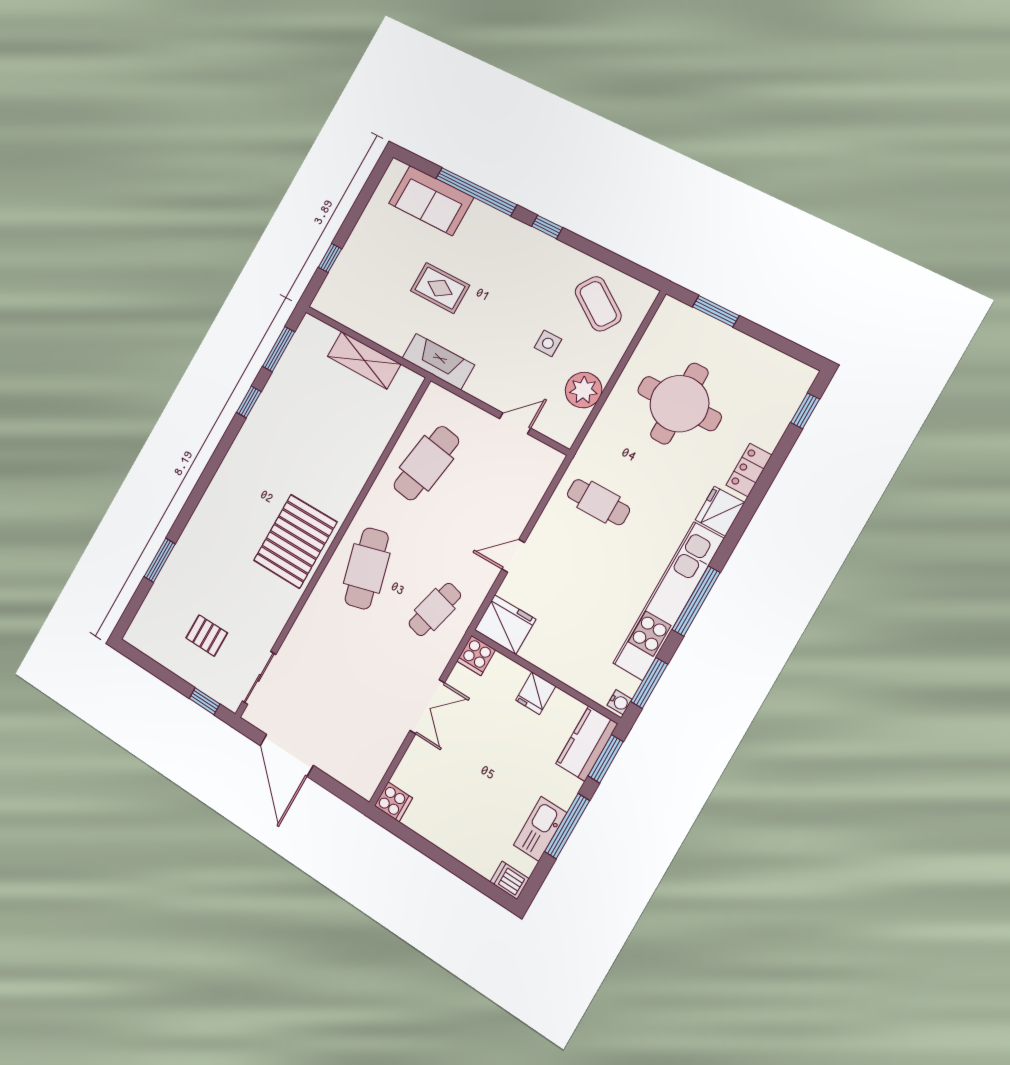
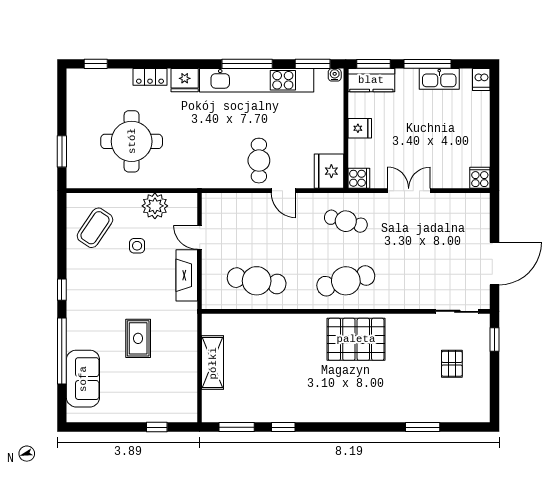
fireplace: (438, 361) -> (187, 275), moved
cafe table: (598, 502) -> (259, 161), moved

